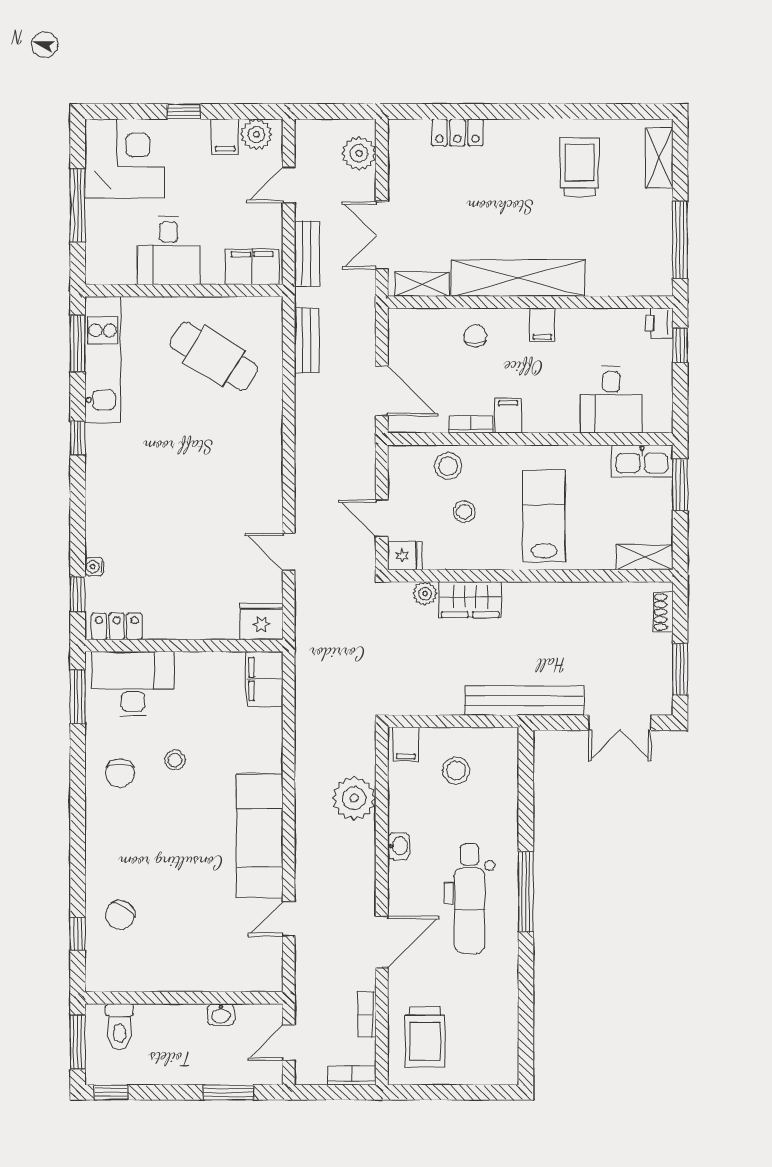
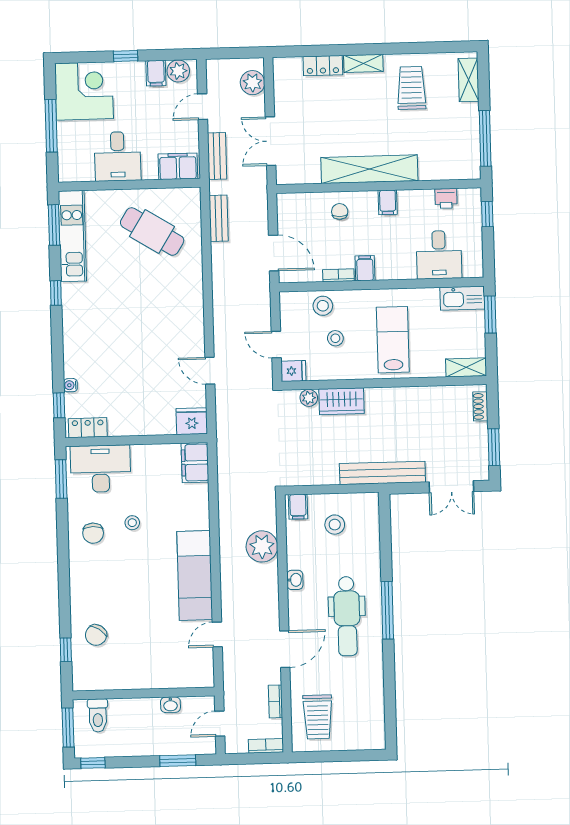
shelving: (422, 284) -> (363, 63), moved
printer: (659, 323) -> (446, 198), moved, turned -90

